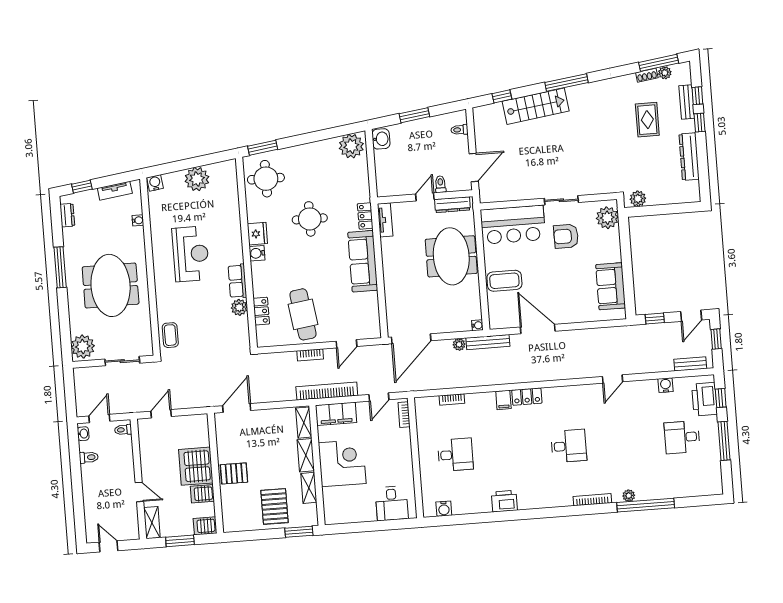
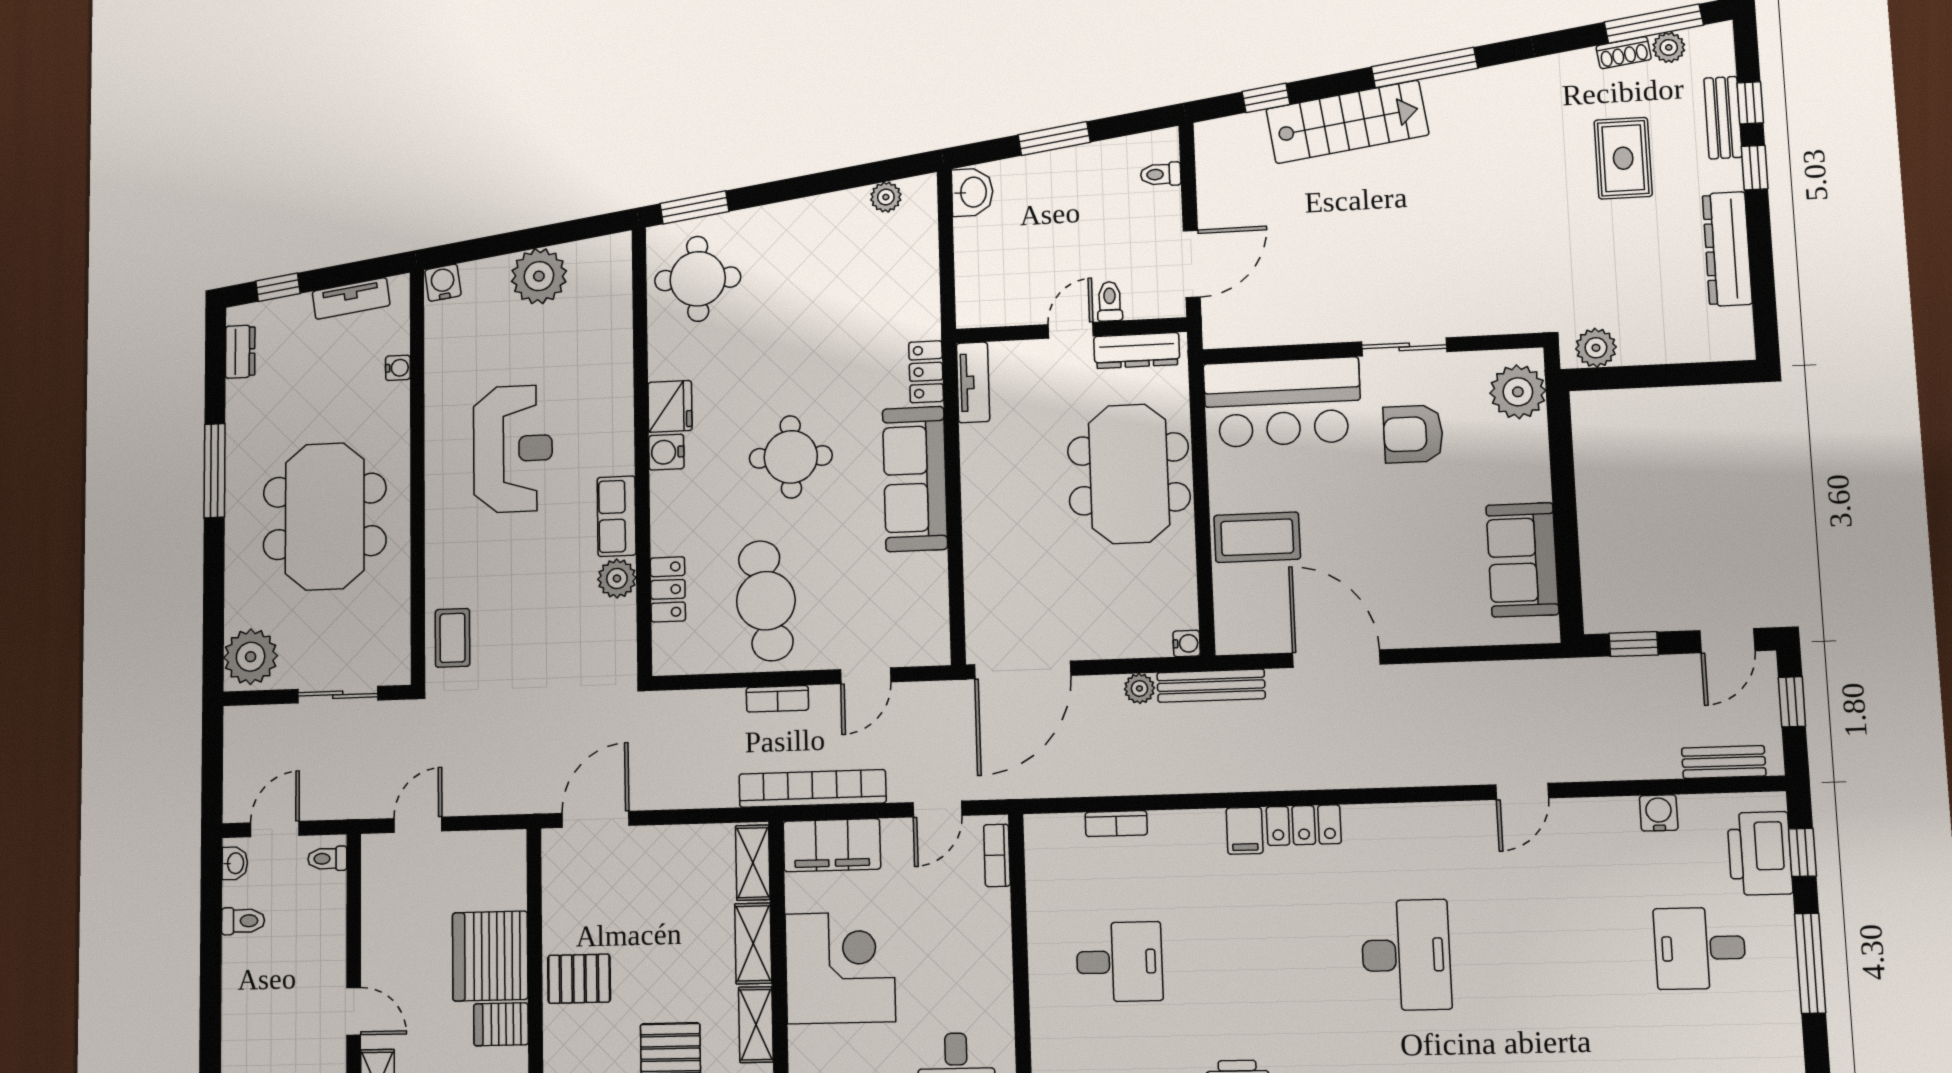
plant: (351, 146) -> (886, 197), width x0.53, depth x0.53
round table: (310, 219) -> (791, 457), moved
desk: (569, 446) -> (1406, 955), width x1.37

